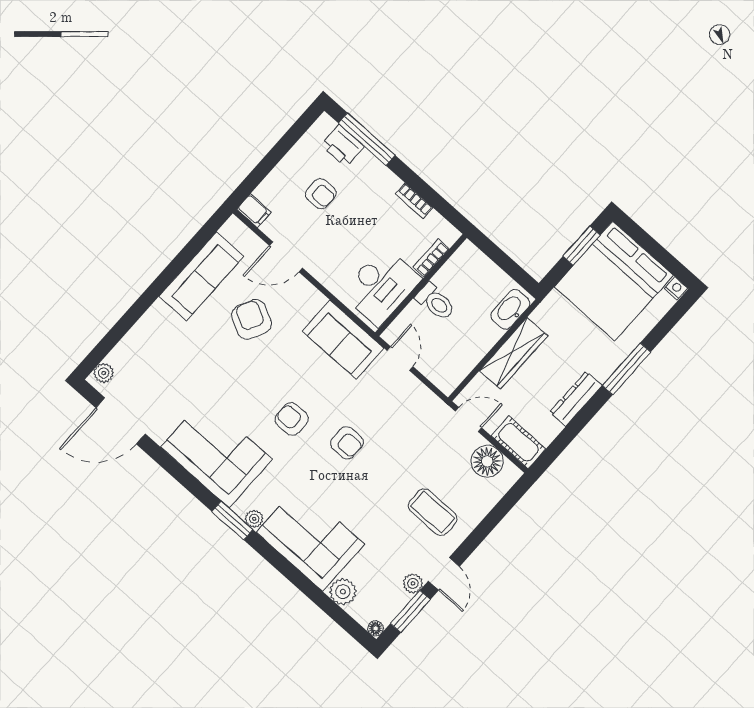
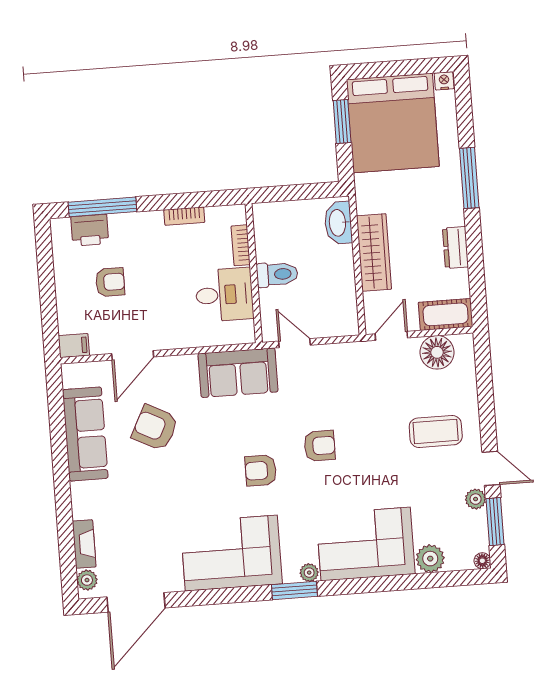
desk: (381, 286) -> (224, 295), width x0.73
fireplace: (126, 347) -> (84, 544), added
dresser: (576, 399) -> (455, 247), width x0.70

